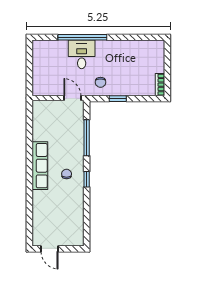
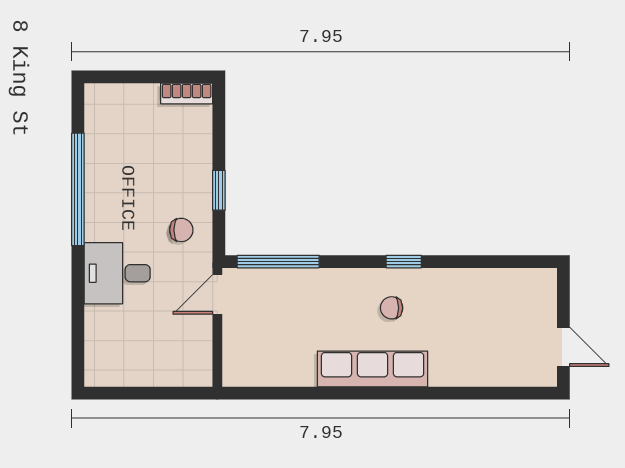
window: (82, 37) -> (78, 189), moved
window: (87, 138) -> (278, 262), moved
door: (50, 249) -> (563, 347), hinge flipped

